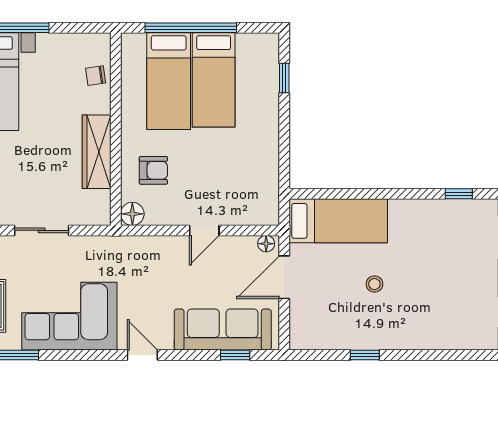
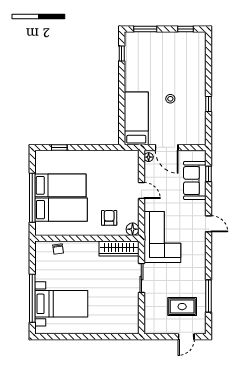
wardrobe: (97, 152) -> (119, 248), moved
corner sofa: (69, 316) -> (162, 237), moved, turned 180
sofa: (223, 329) -> (195, 181), width x0.73
door: (142, 355) -> (209, 224), swing flipped

